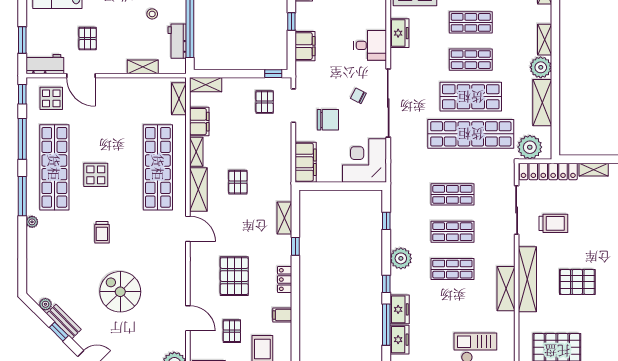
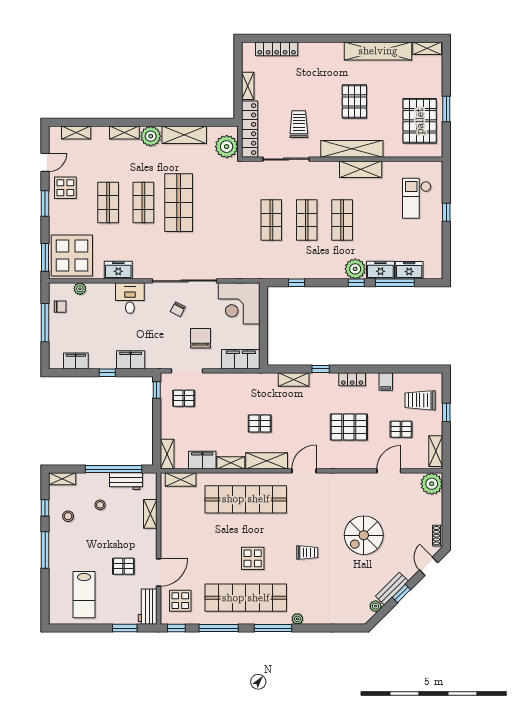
shop shelf: (471, 134) -> (214, 203), removed
plant: (401, 258) -> (355, 269), moved

